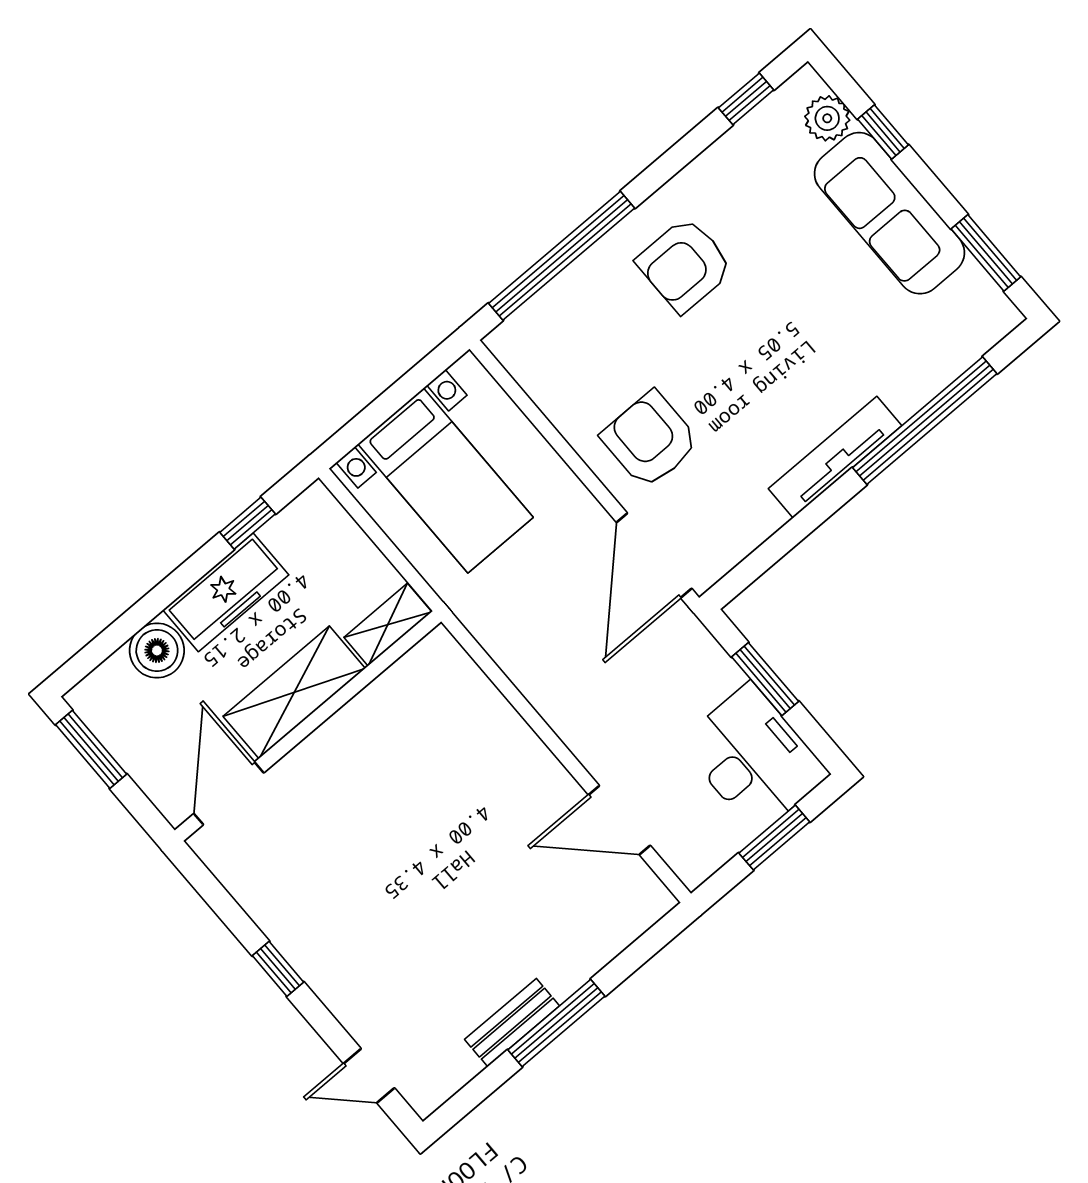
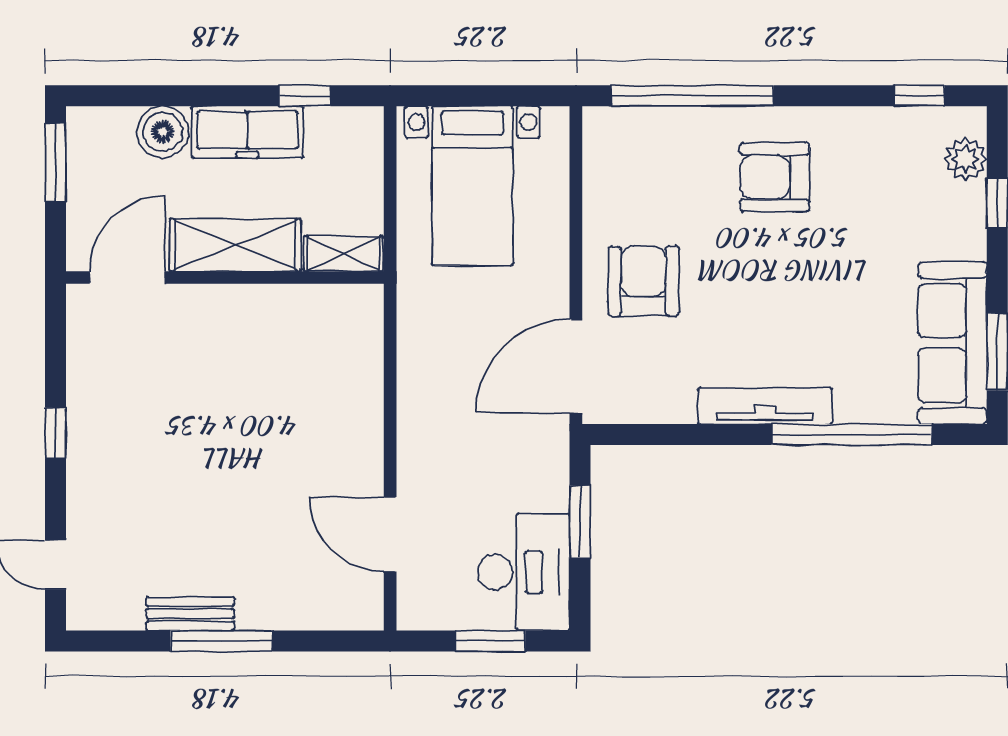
sofa: (889, 213) -> (952, 343), moved

